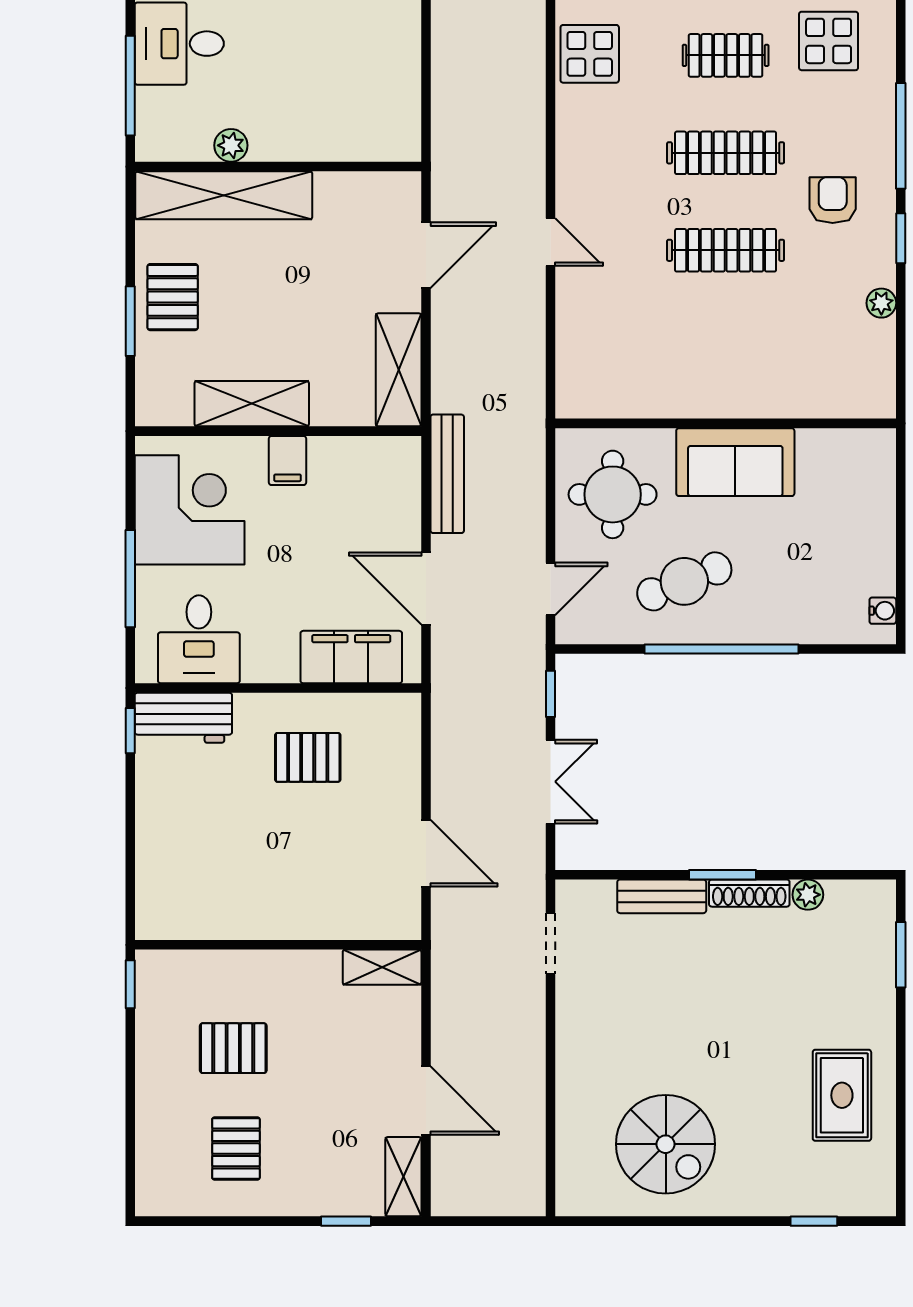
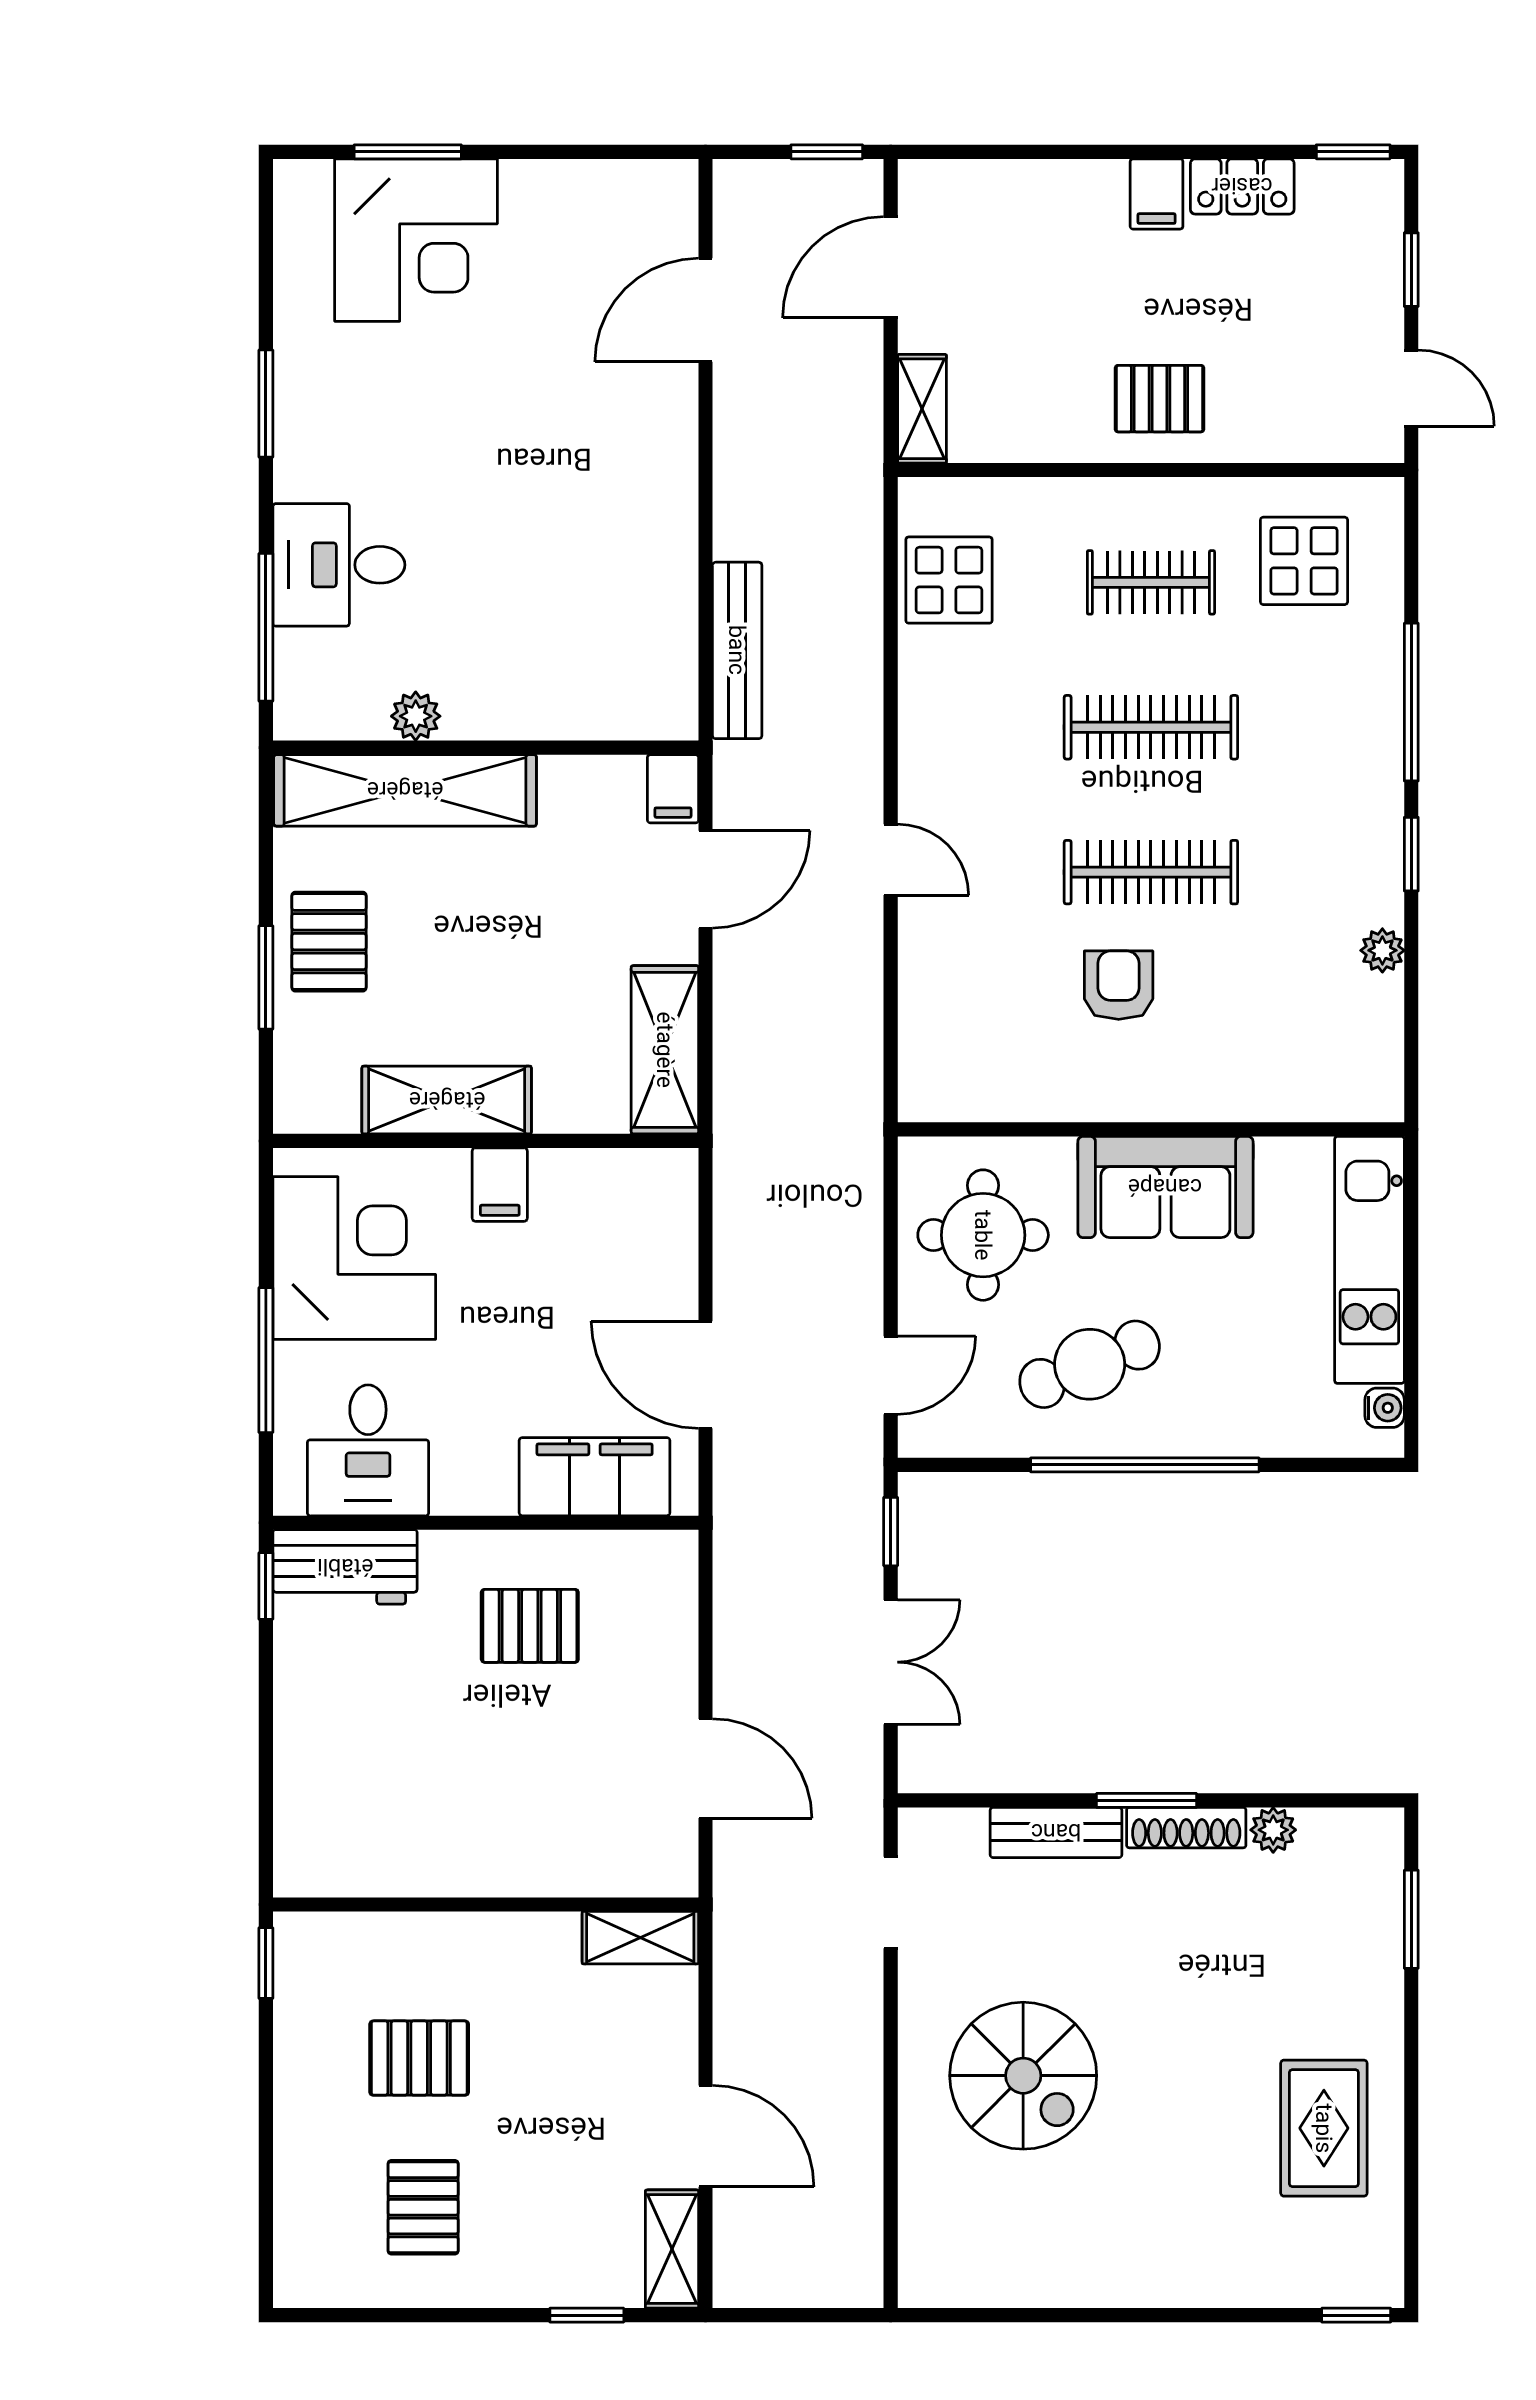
filing cabinet: (404, 194) -> (673, 789), added
armchair: (833, 200) -> (1119, 985), moved
bench: (447, 474) -> (737, 650), moved
kitchen unit: (873, 511) -> (1369, 1260), added
spiral stairs: (666, 1144) -> (1023, 2076), moved
window: (814, 1221) -> (1356, 2315), moved

